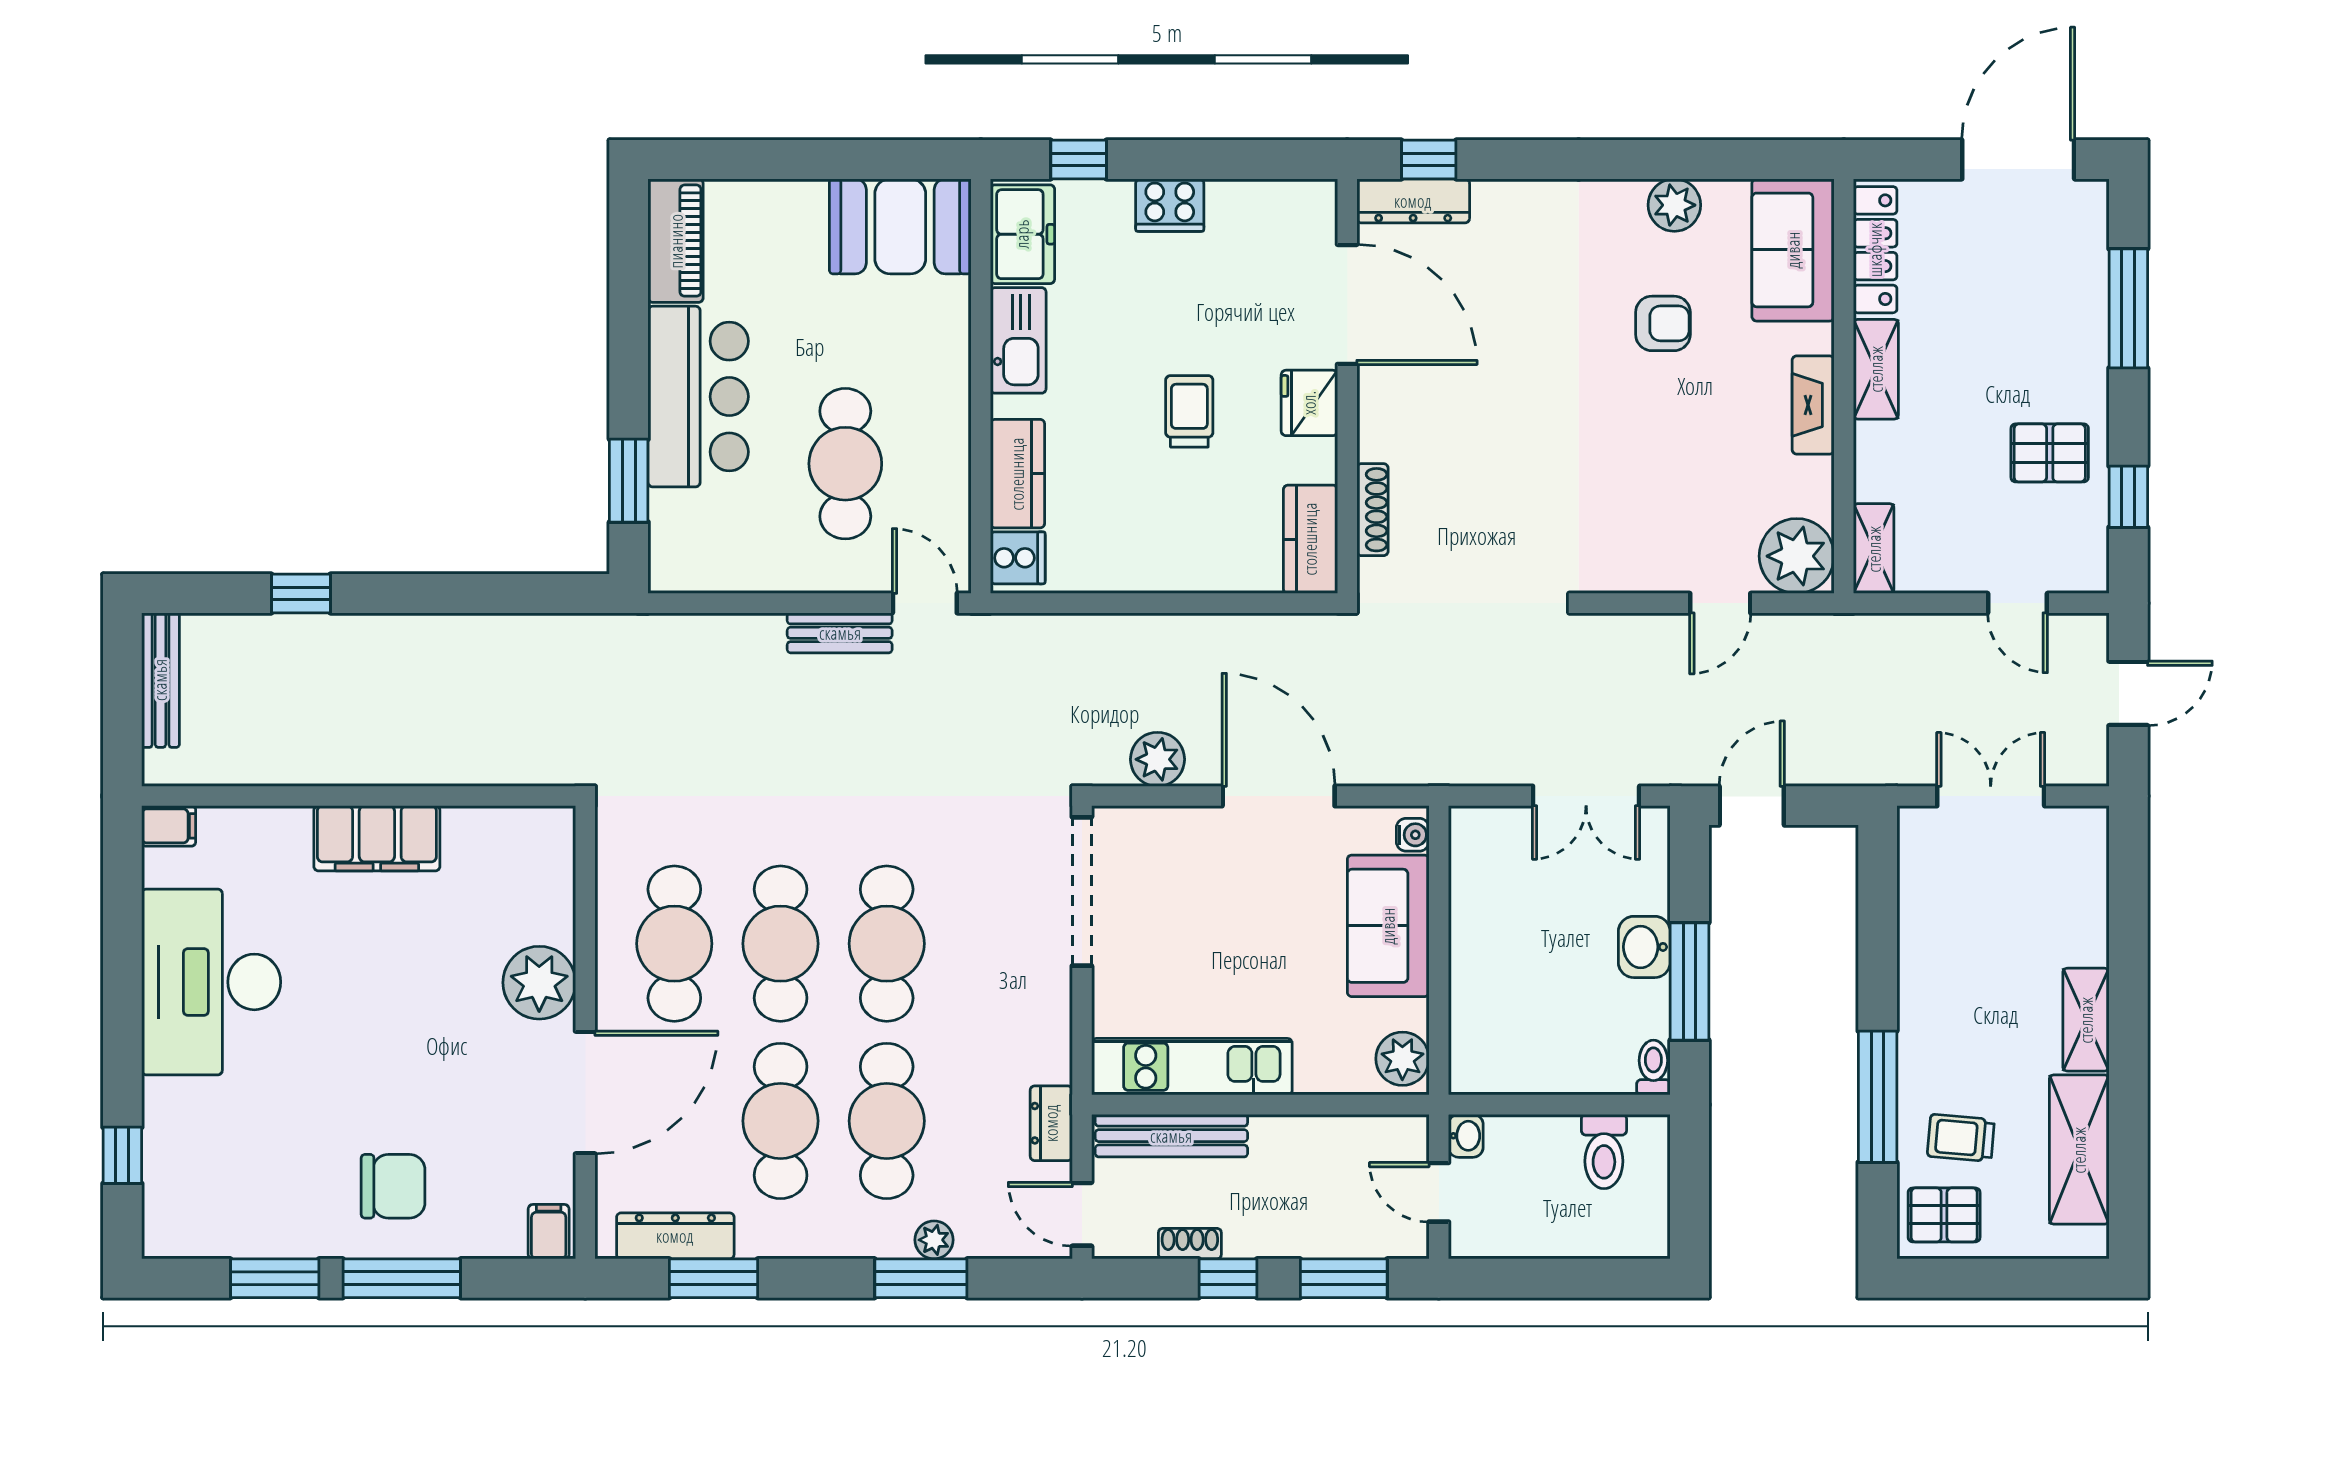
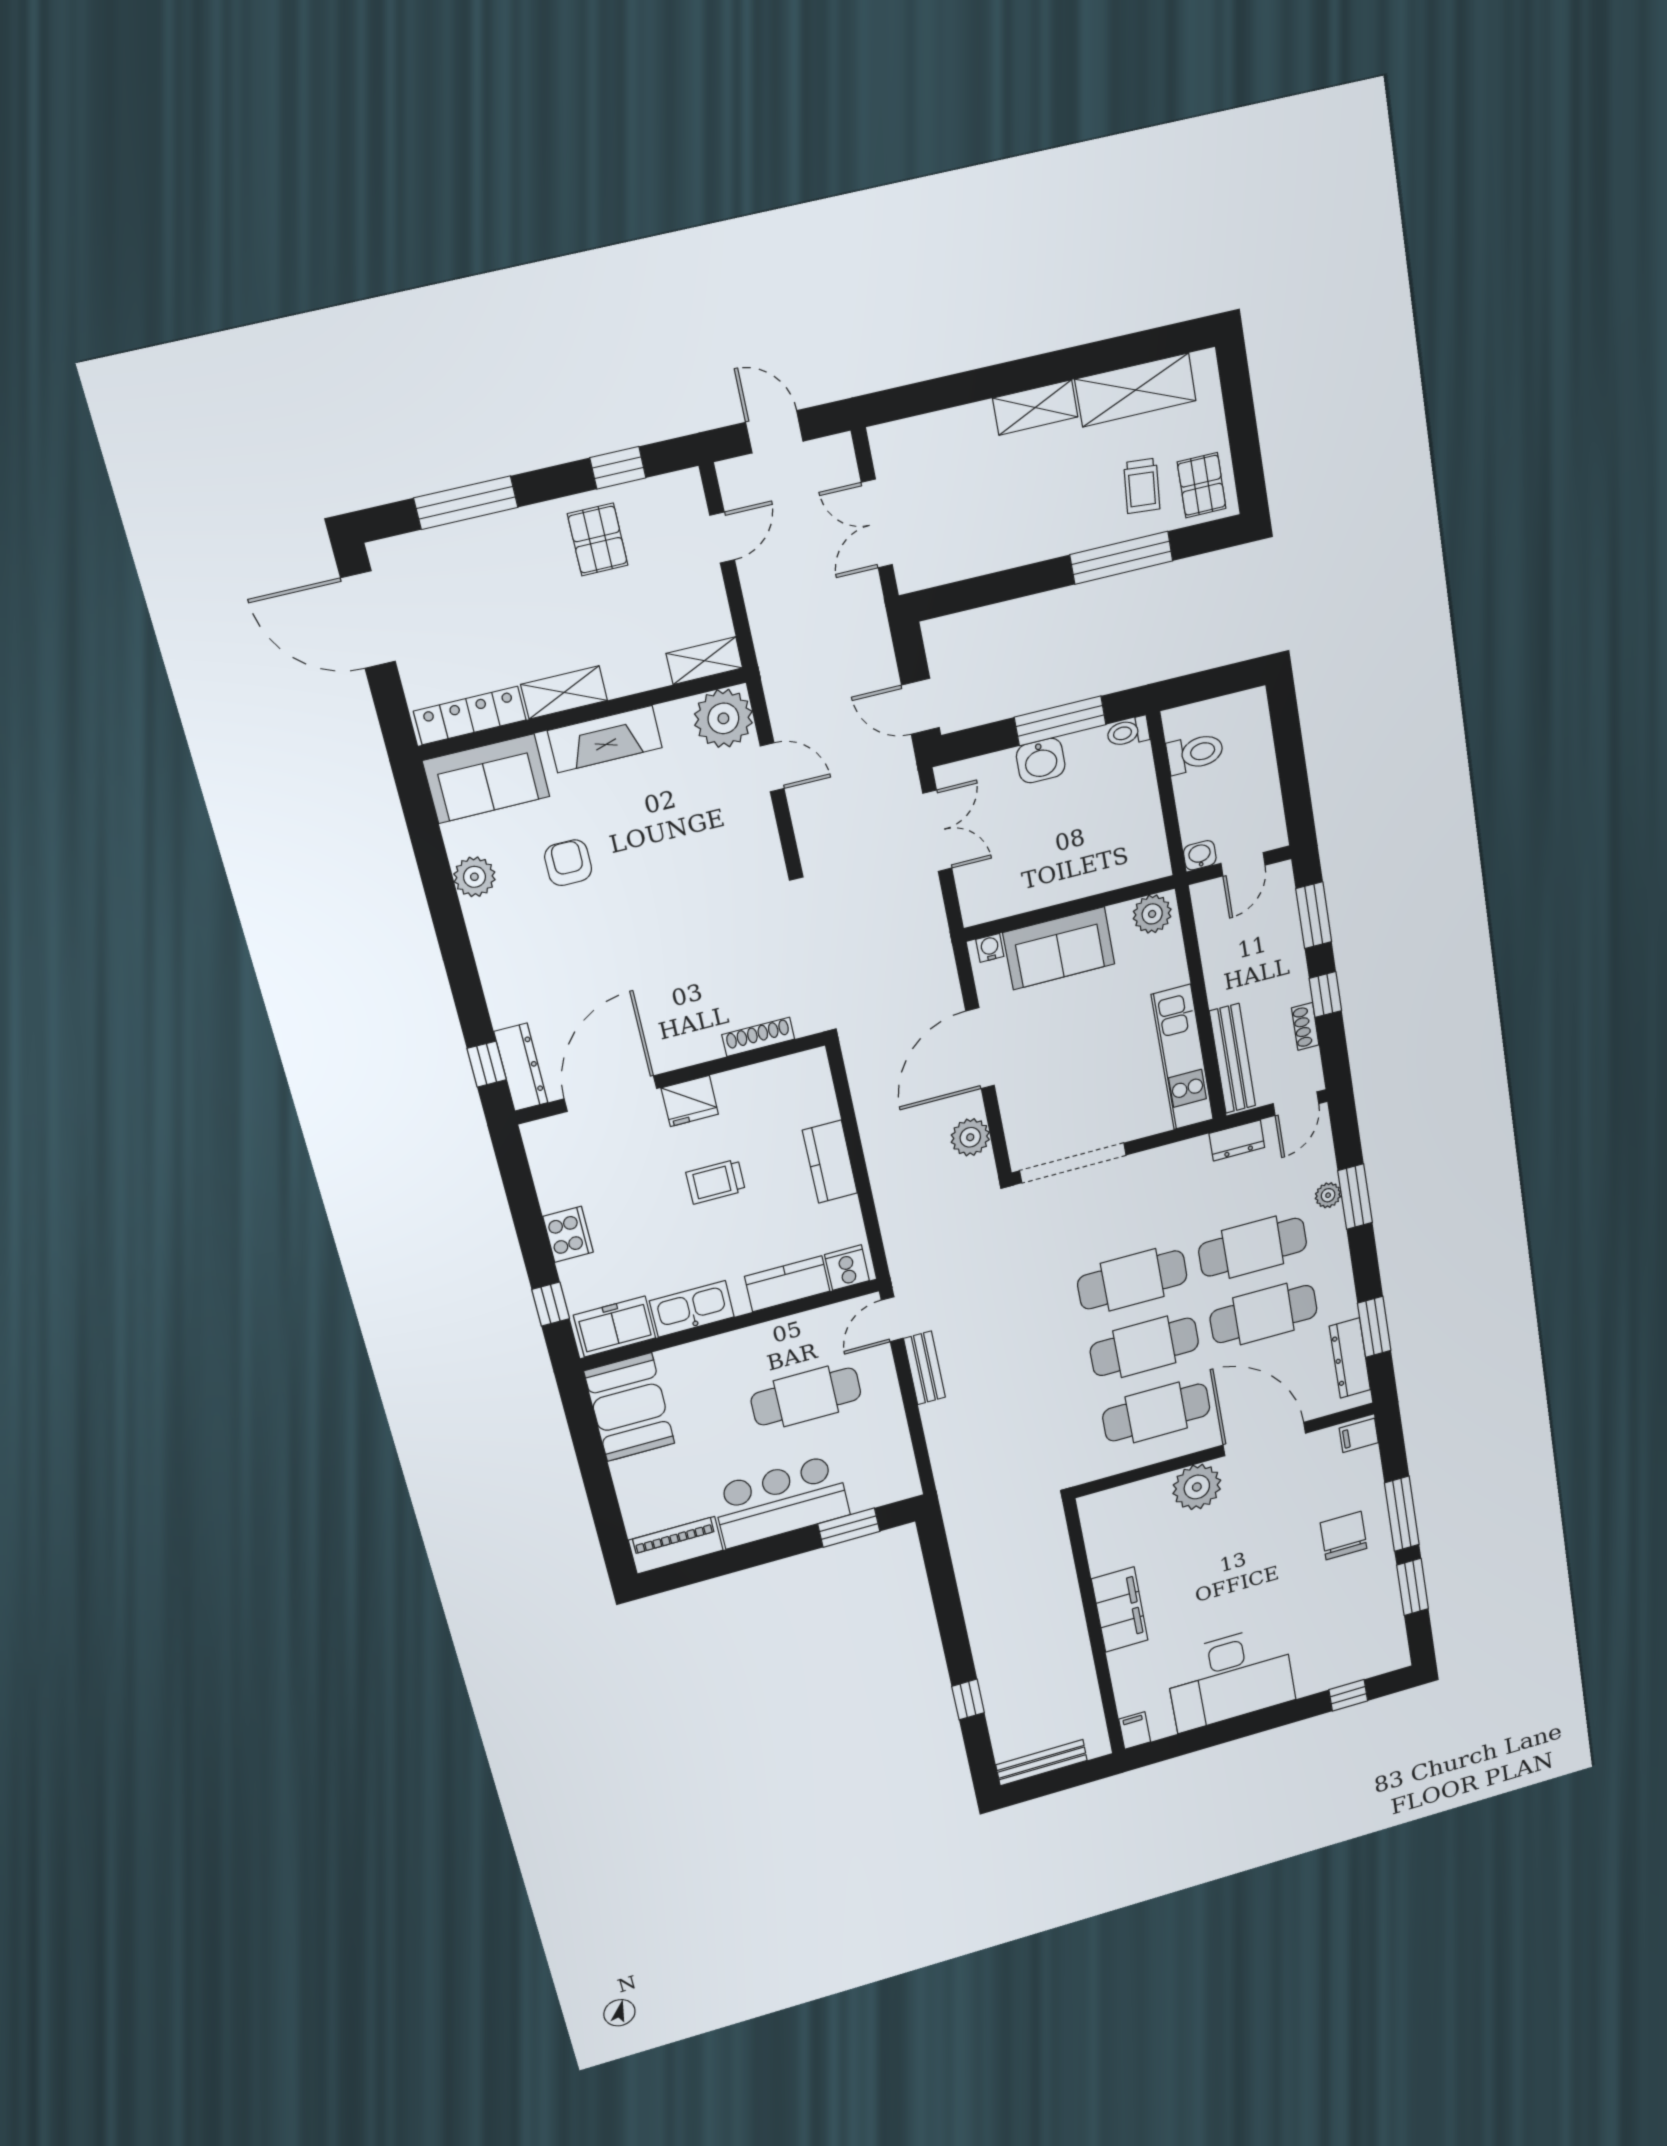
fireplace: (1813, 405) -> (605, 739), width x1.37, depth x1.32
kitchen counter: (1310, 539) -> (830, 1162), moved, turned 90

